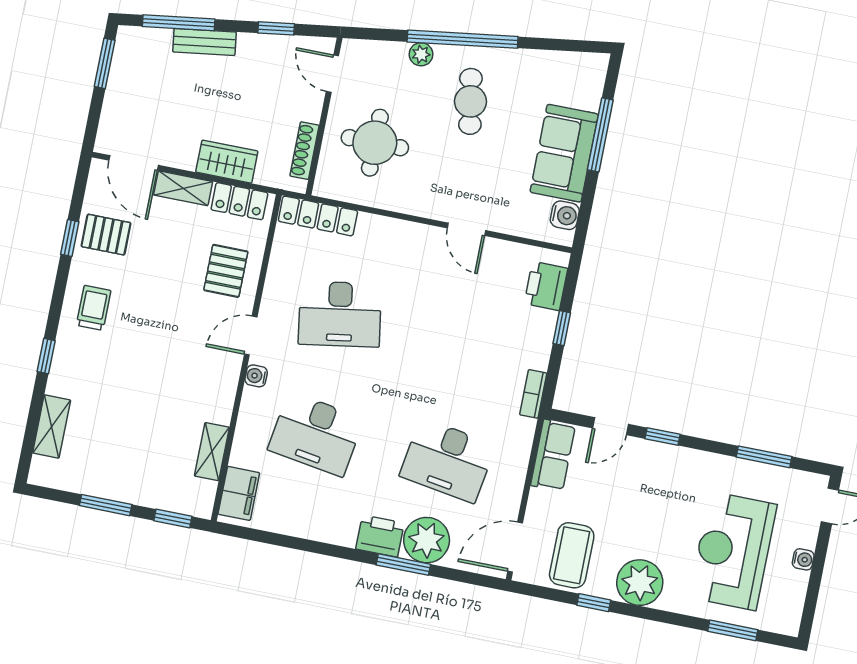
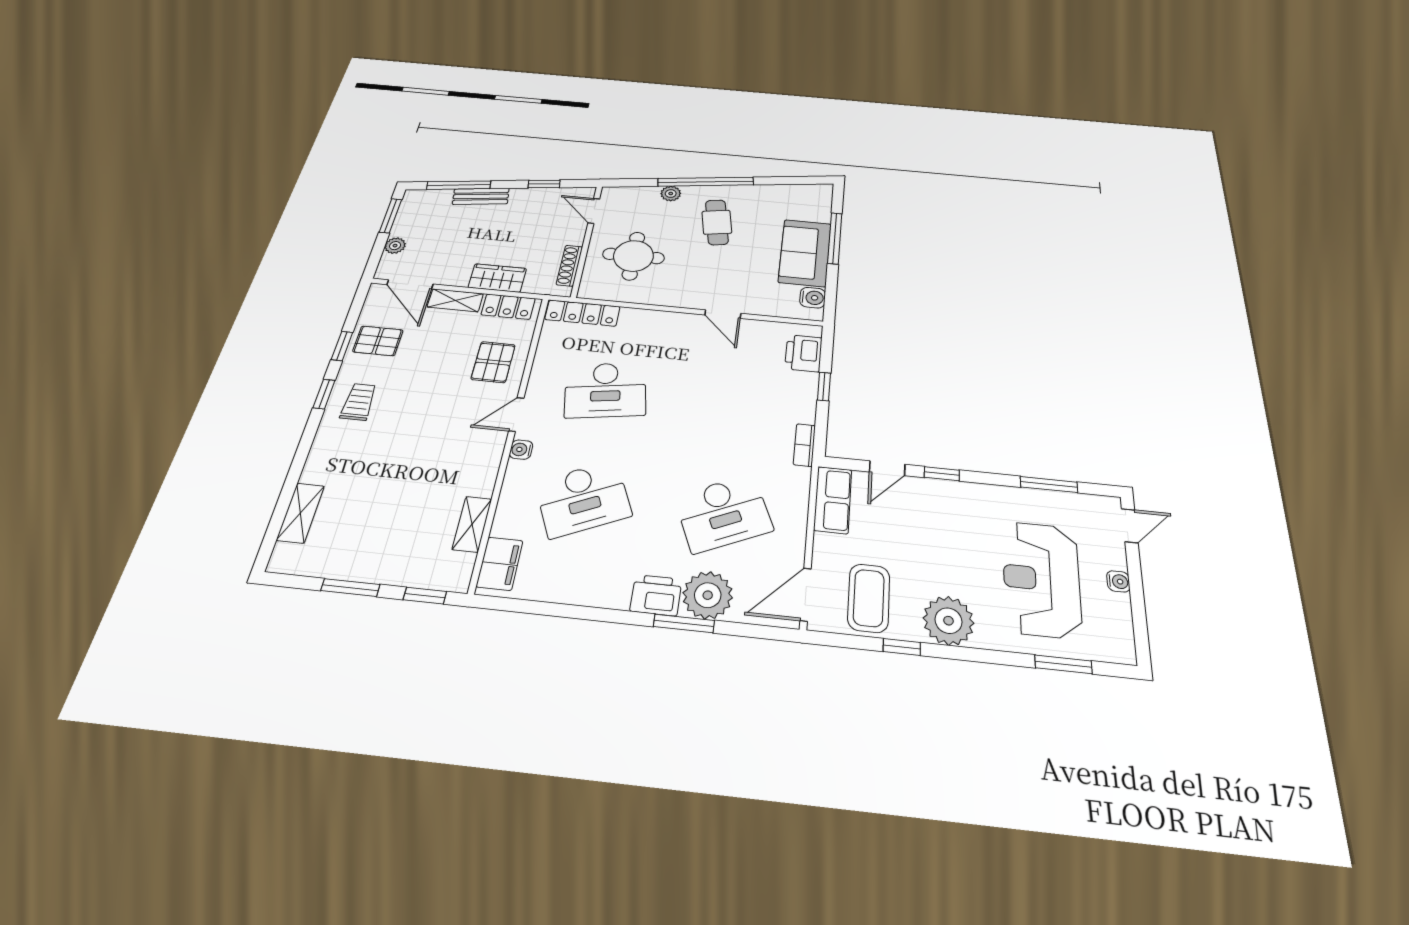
plant: (113, 107) -> (395, 246), added
window: (46, 356) -> (324, 394), moved
desk: (316, 434) -> (583, 499), turned -33
desk: (448, 460) -> (723, 513), turned -33

